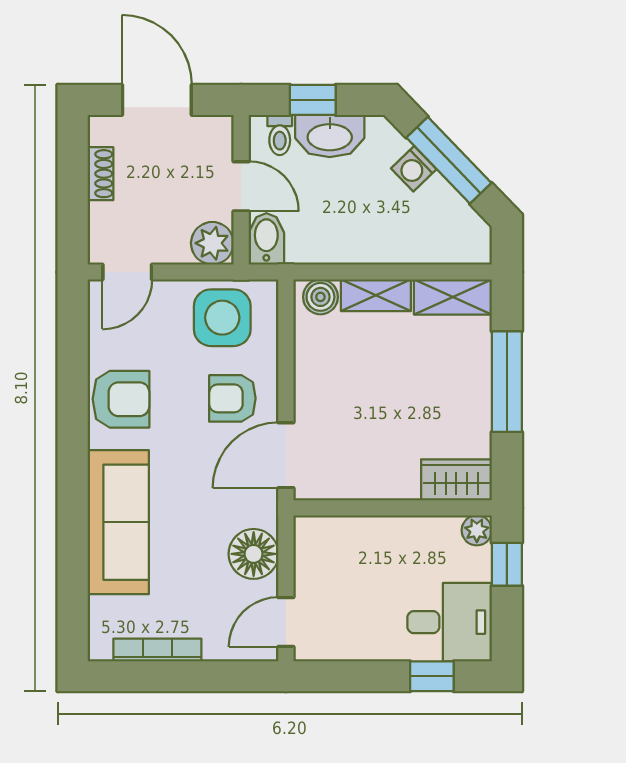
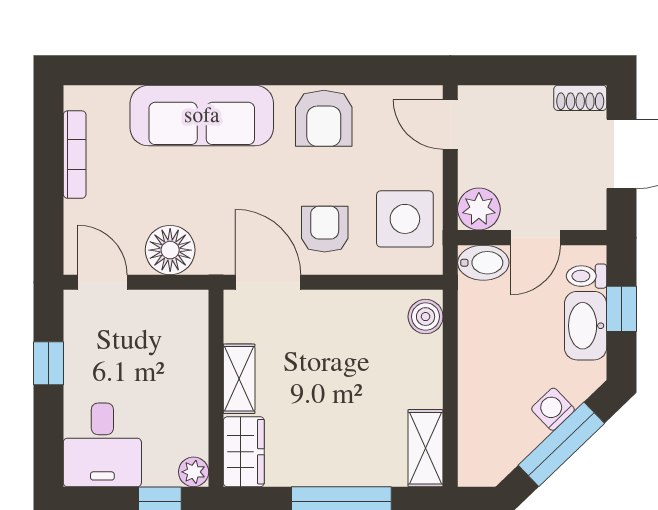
shoe rack: (100, 174) -> (580, 98), moved
shelving: (376, 295) -> (239, 379), moved
window: (432, 676) -> (49, 363), moved

